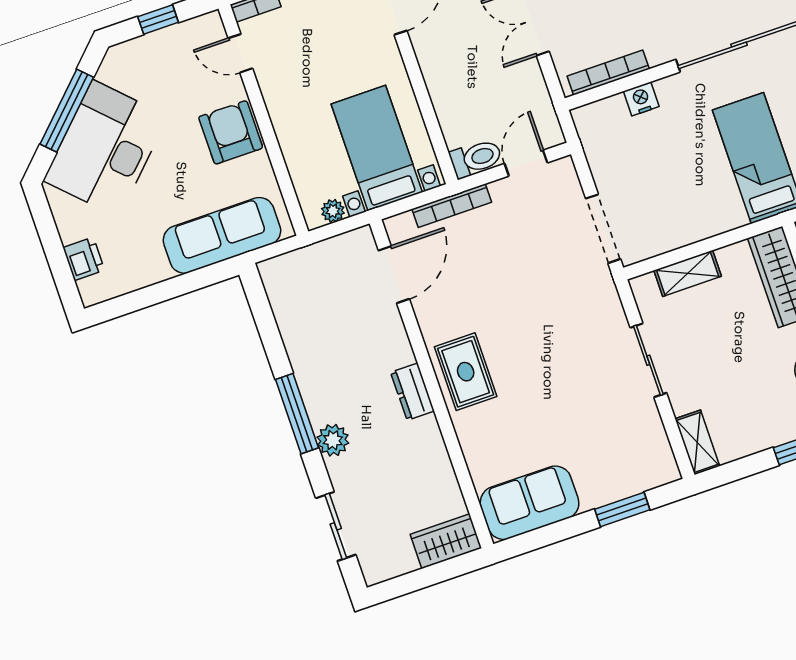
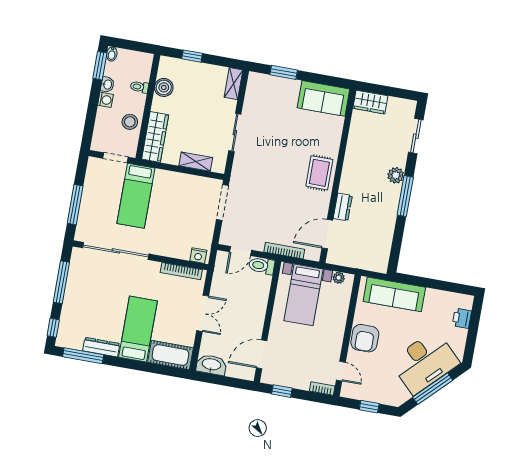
nightstand: (641, 99) -> (198, 256), moved
dresser: (412, 392) -> (343, 207), moved

